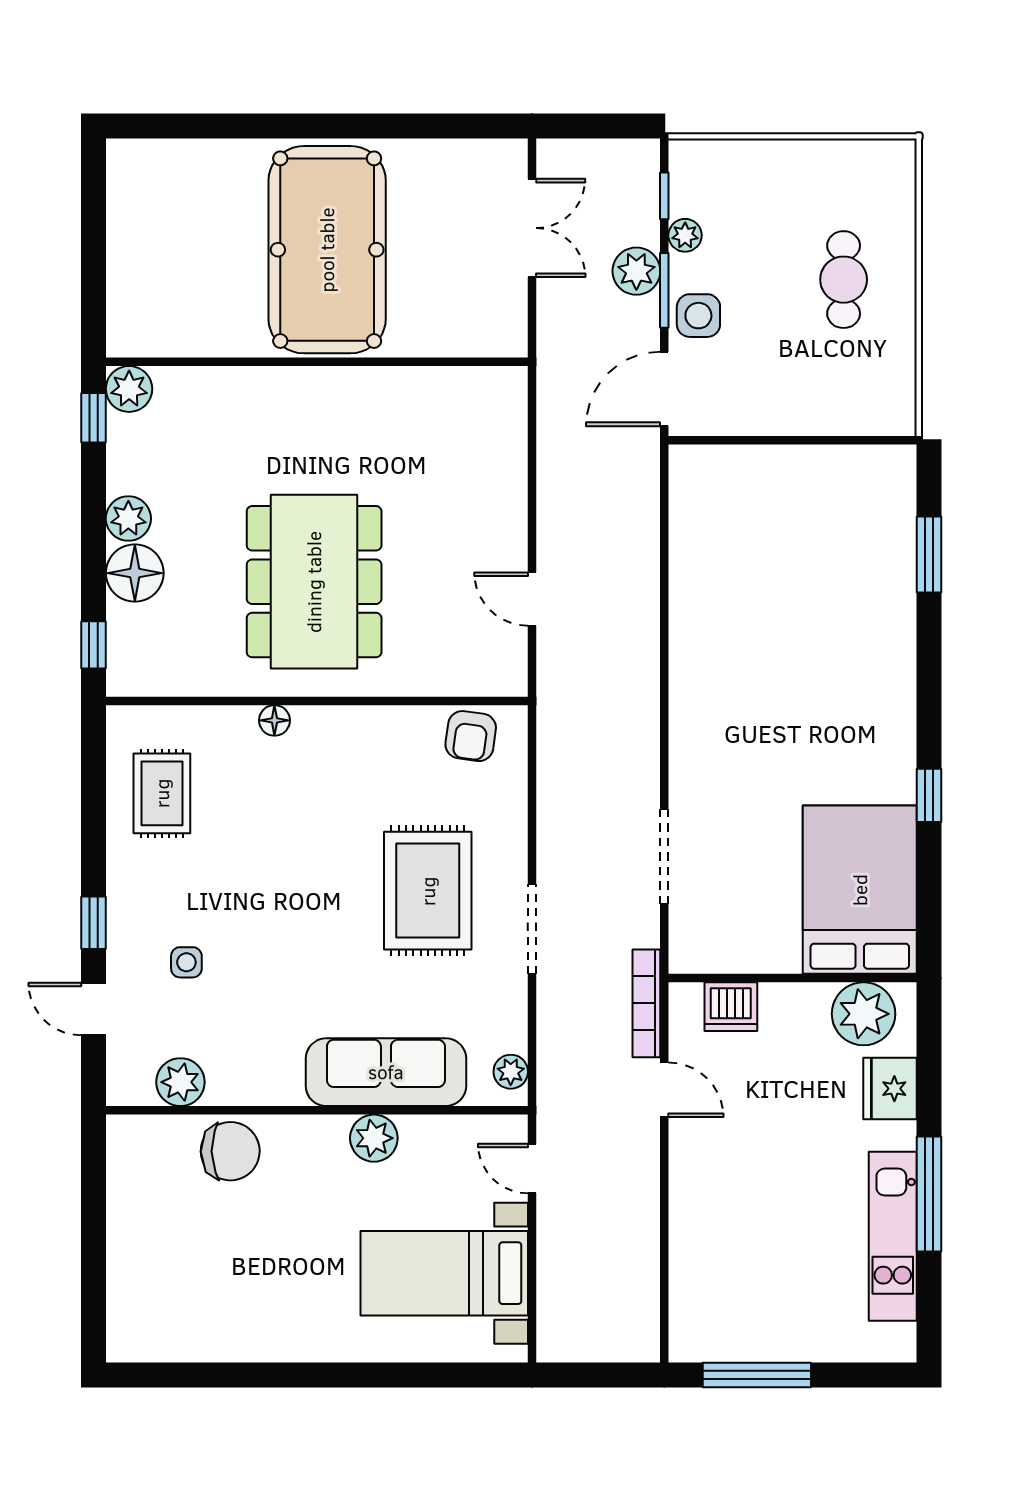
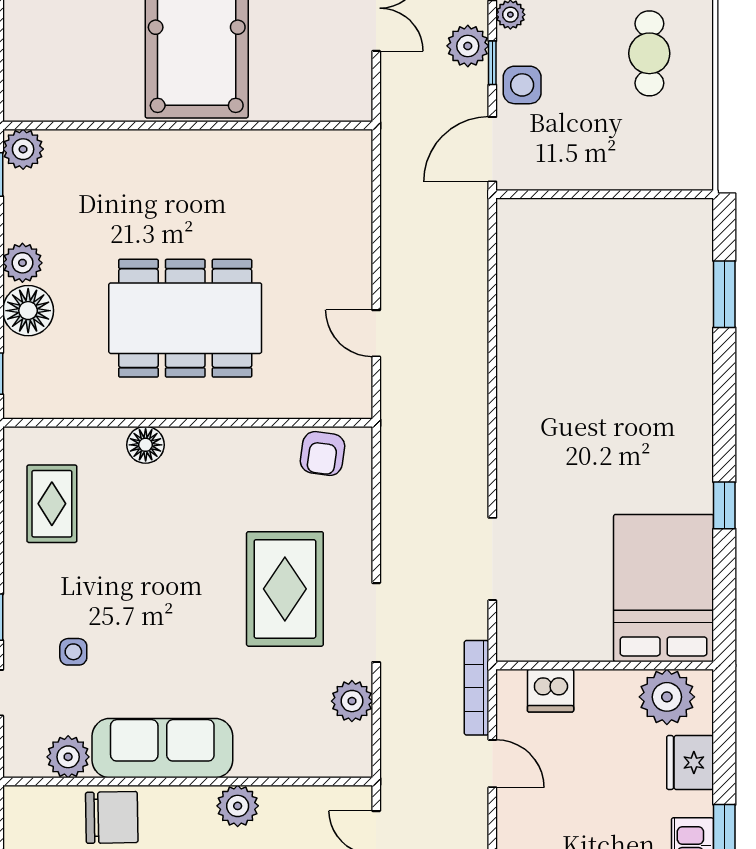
window: (664, 290) -> (492, 63), width x0.67
dining table: (314, 582) -> (185, 318), turned 90
floor lamp: (274, 720) -> (146, 445), width x1.37, depth x1.37
sofa: (386, 1072) -> (162, 748), moved
plant: (511, 1072) -> (352, 701), moved, width x1.38, depth x1.38

